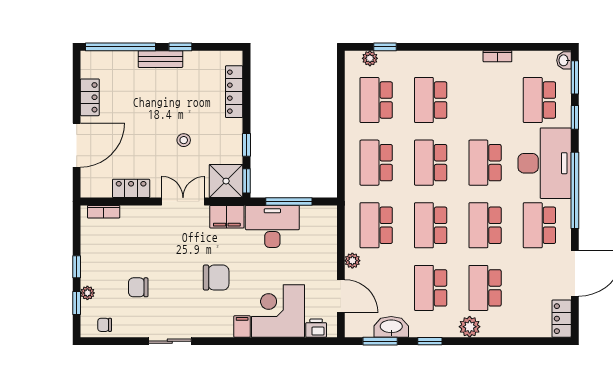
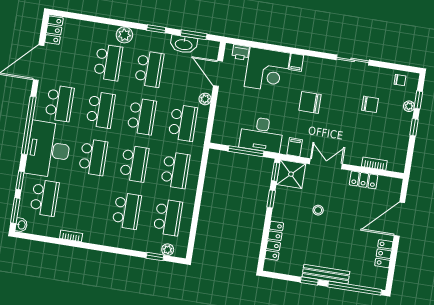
bench: (160, 59) -> (326, 274), width x1.36
double door: (183, 202) -> (326, 164), swing flipped
bookcase: (104, 212) -> (374, 164), moved
filing cabinet: (227, 217) -> (295, 147), width x0.50

